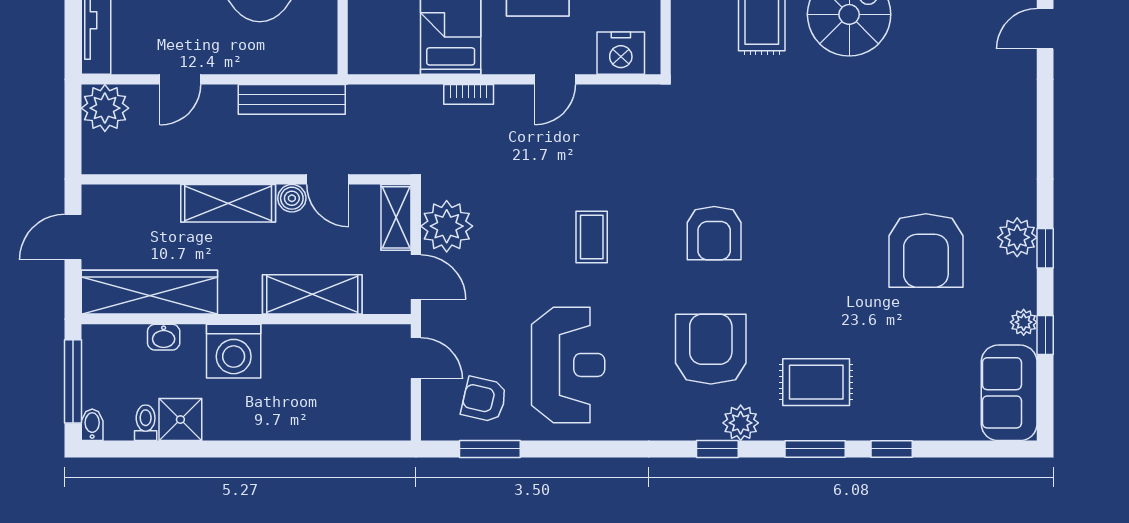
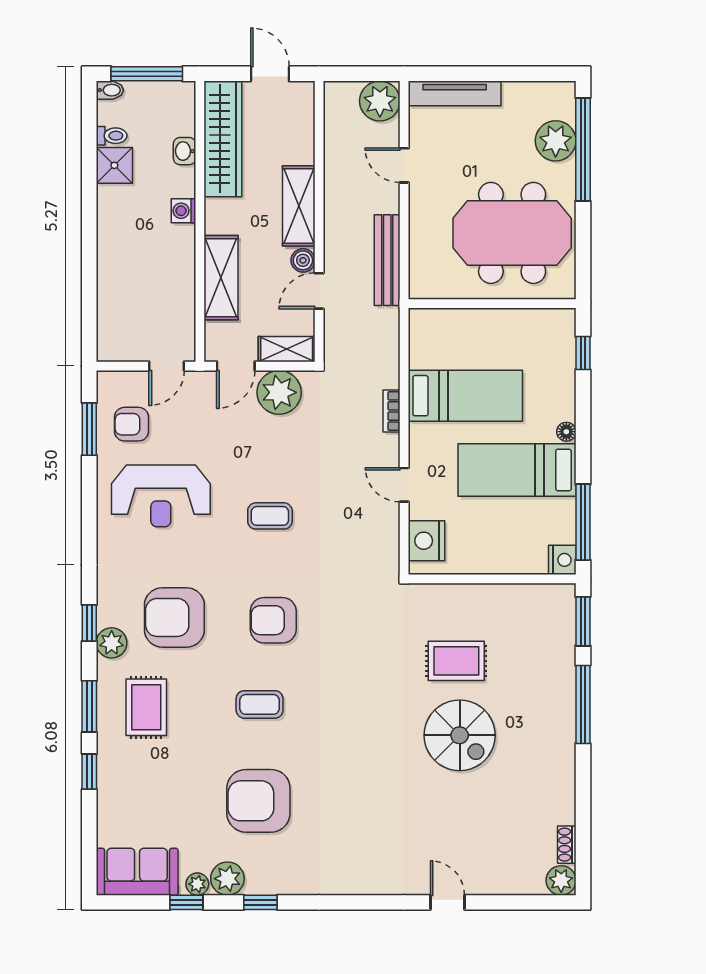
plant: (1017, 237) -> (227, 879), moved
coffee table: (813, 249) -> (260, 704), added
armchair: (711, 349) -> (174, 617), turned 180
washing machine: (234, 351) -> (183, 211), width x0.53, depth x0.53
armchair: (484, 399) -> (131, 424), turned -103

